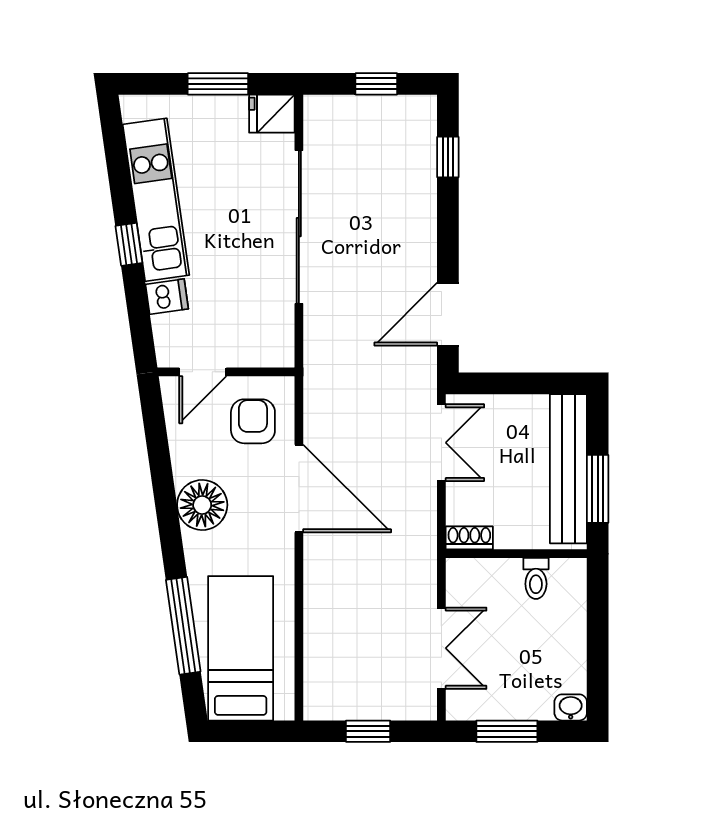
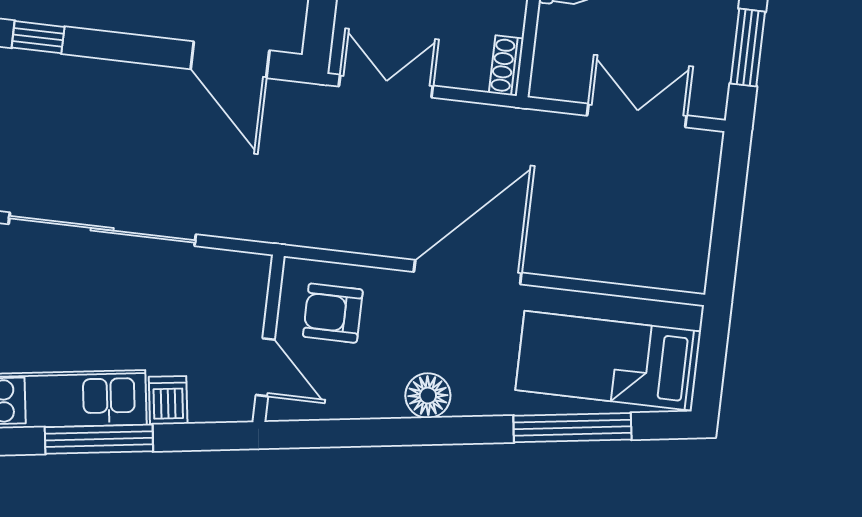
window: (129, 244) -> (99, 439), width x2.17
door: (299, 488) -> (468, 272), moved
floor lamp: (202, 505) -> (428, 396), width x0.73, depth x0.73
window: (368, 731) -> (728, 217), removed

